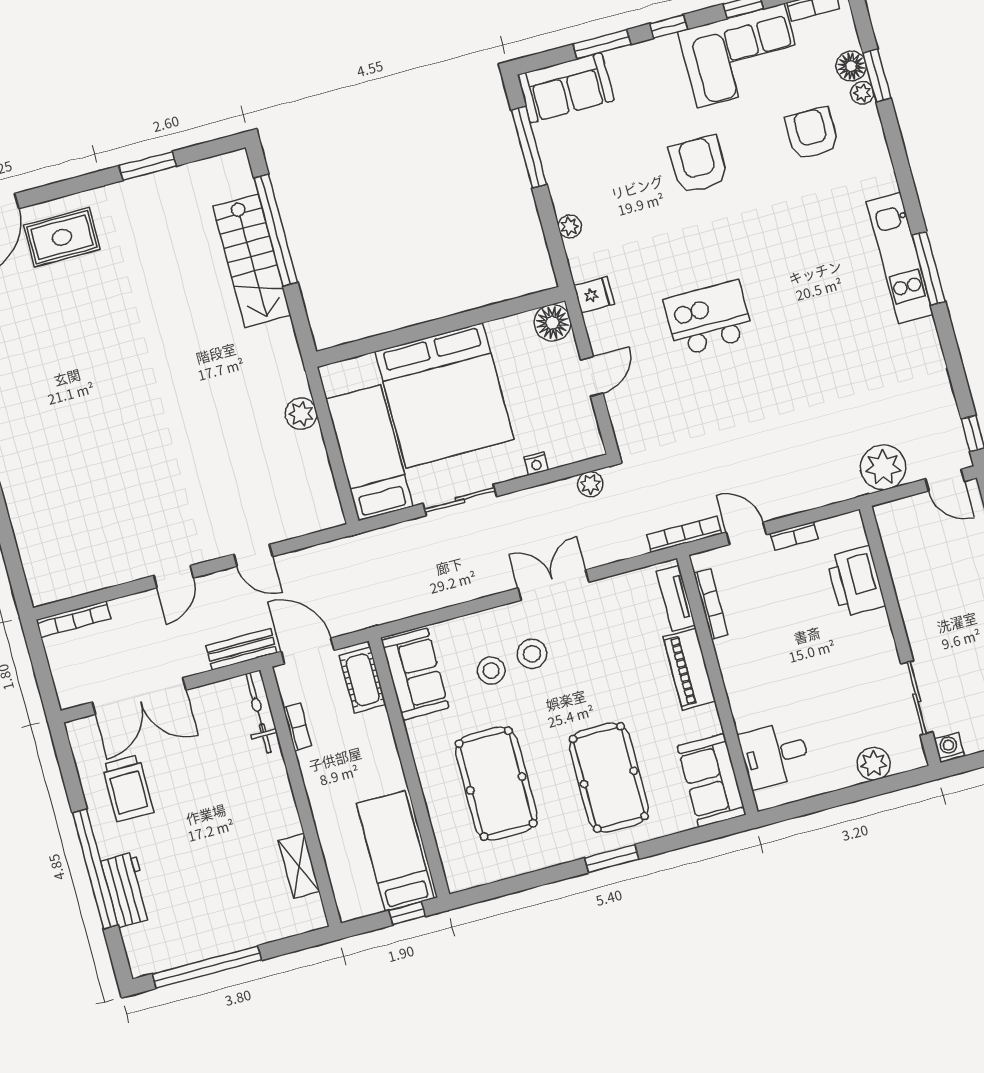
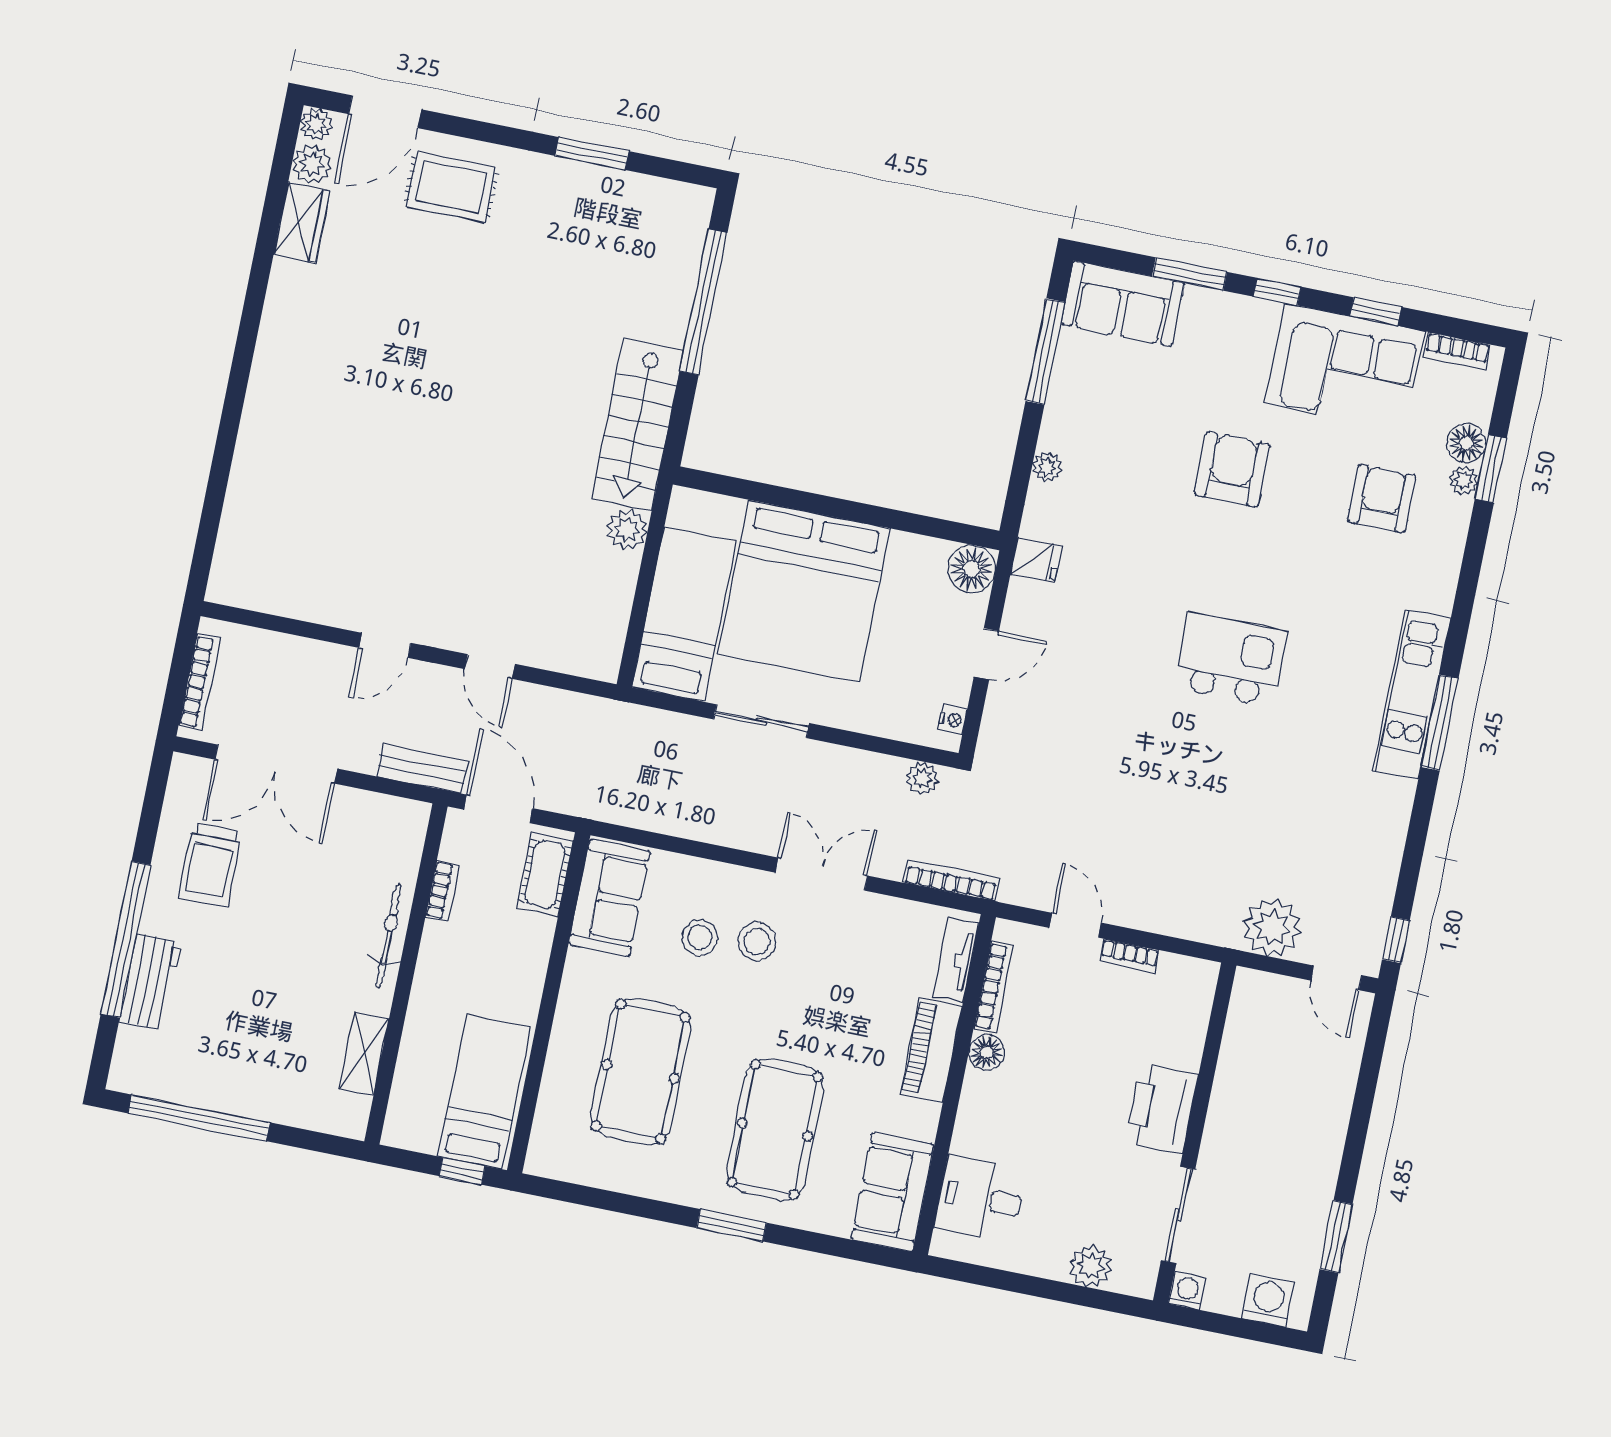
stairs: (252, 261) -> (638, 425), moved
kitchen island: (709, 318) -> (1230, 660), moved
nightstand: (536, 464) -> (953, 720), moved, turned -90
bookcase: (684, 534) -> (951, 880), moved
printer: (856, 581) -> (1162, 1109), moved
bookcase: (73, 619) -> (200, 682), moved, turned -90
floor lamp: (729, 651) -> (987, 1052), added
bicycle: (259, 713) -> (389, 936), moved

